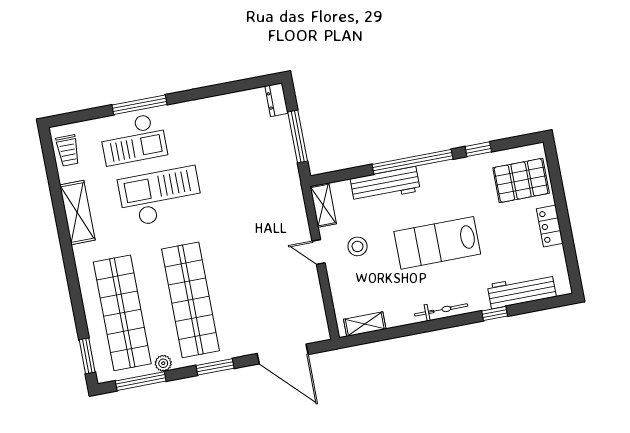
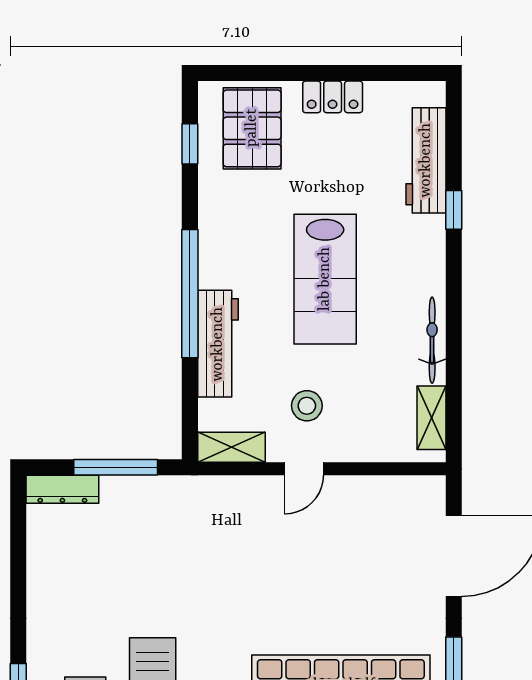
dresser: (276, 100) -> (62, 489), width x1.44
window: (478, 149) -> (190, 144), moved
bicycle: (441, 310) -> (432, 340), moved

